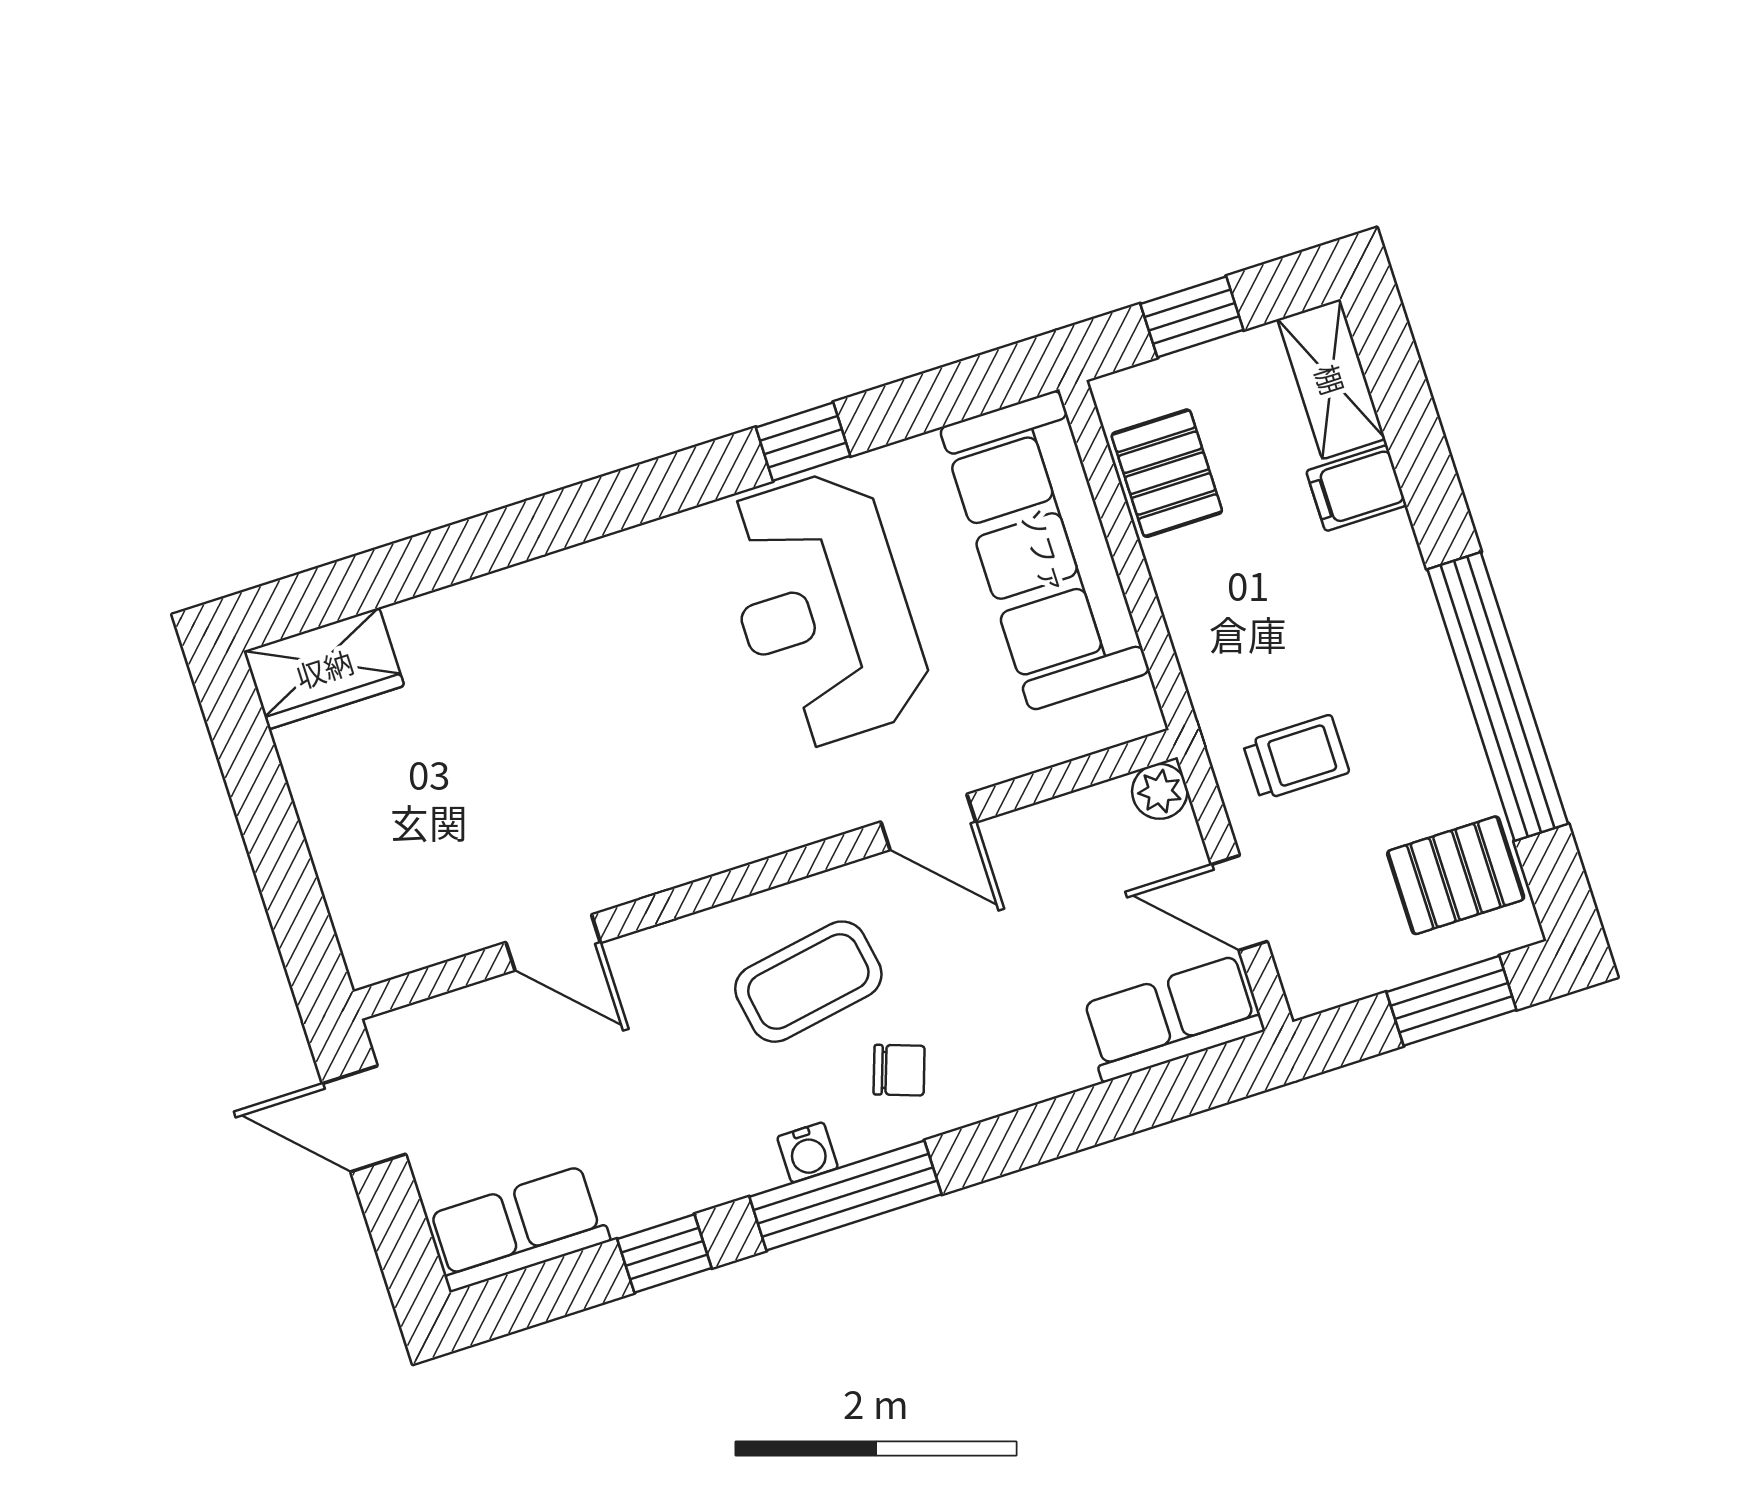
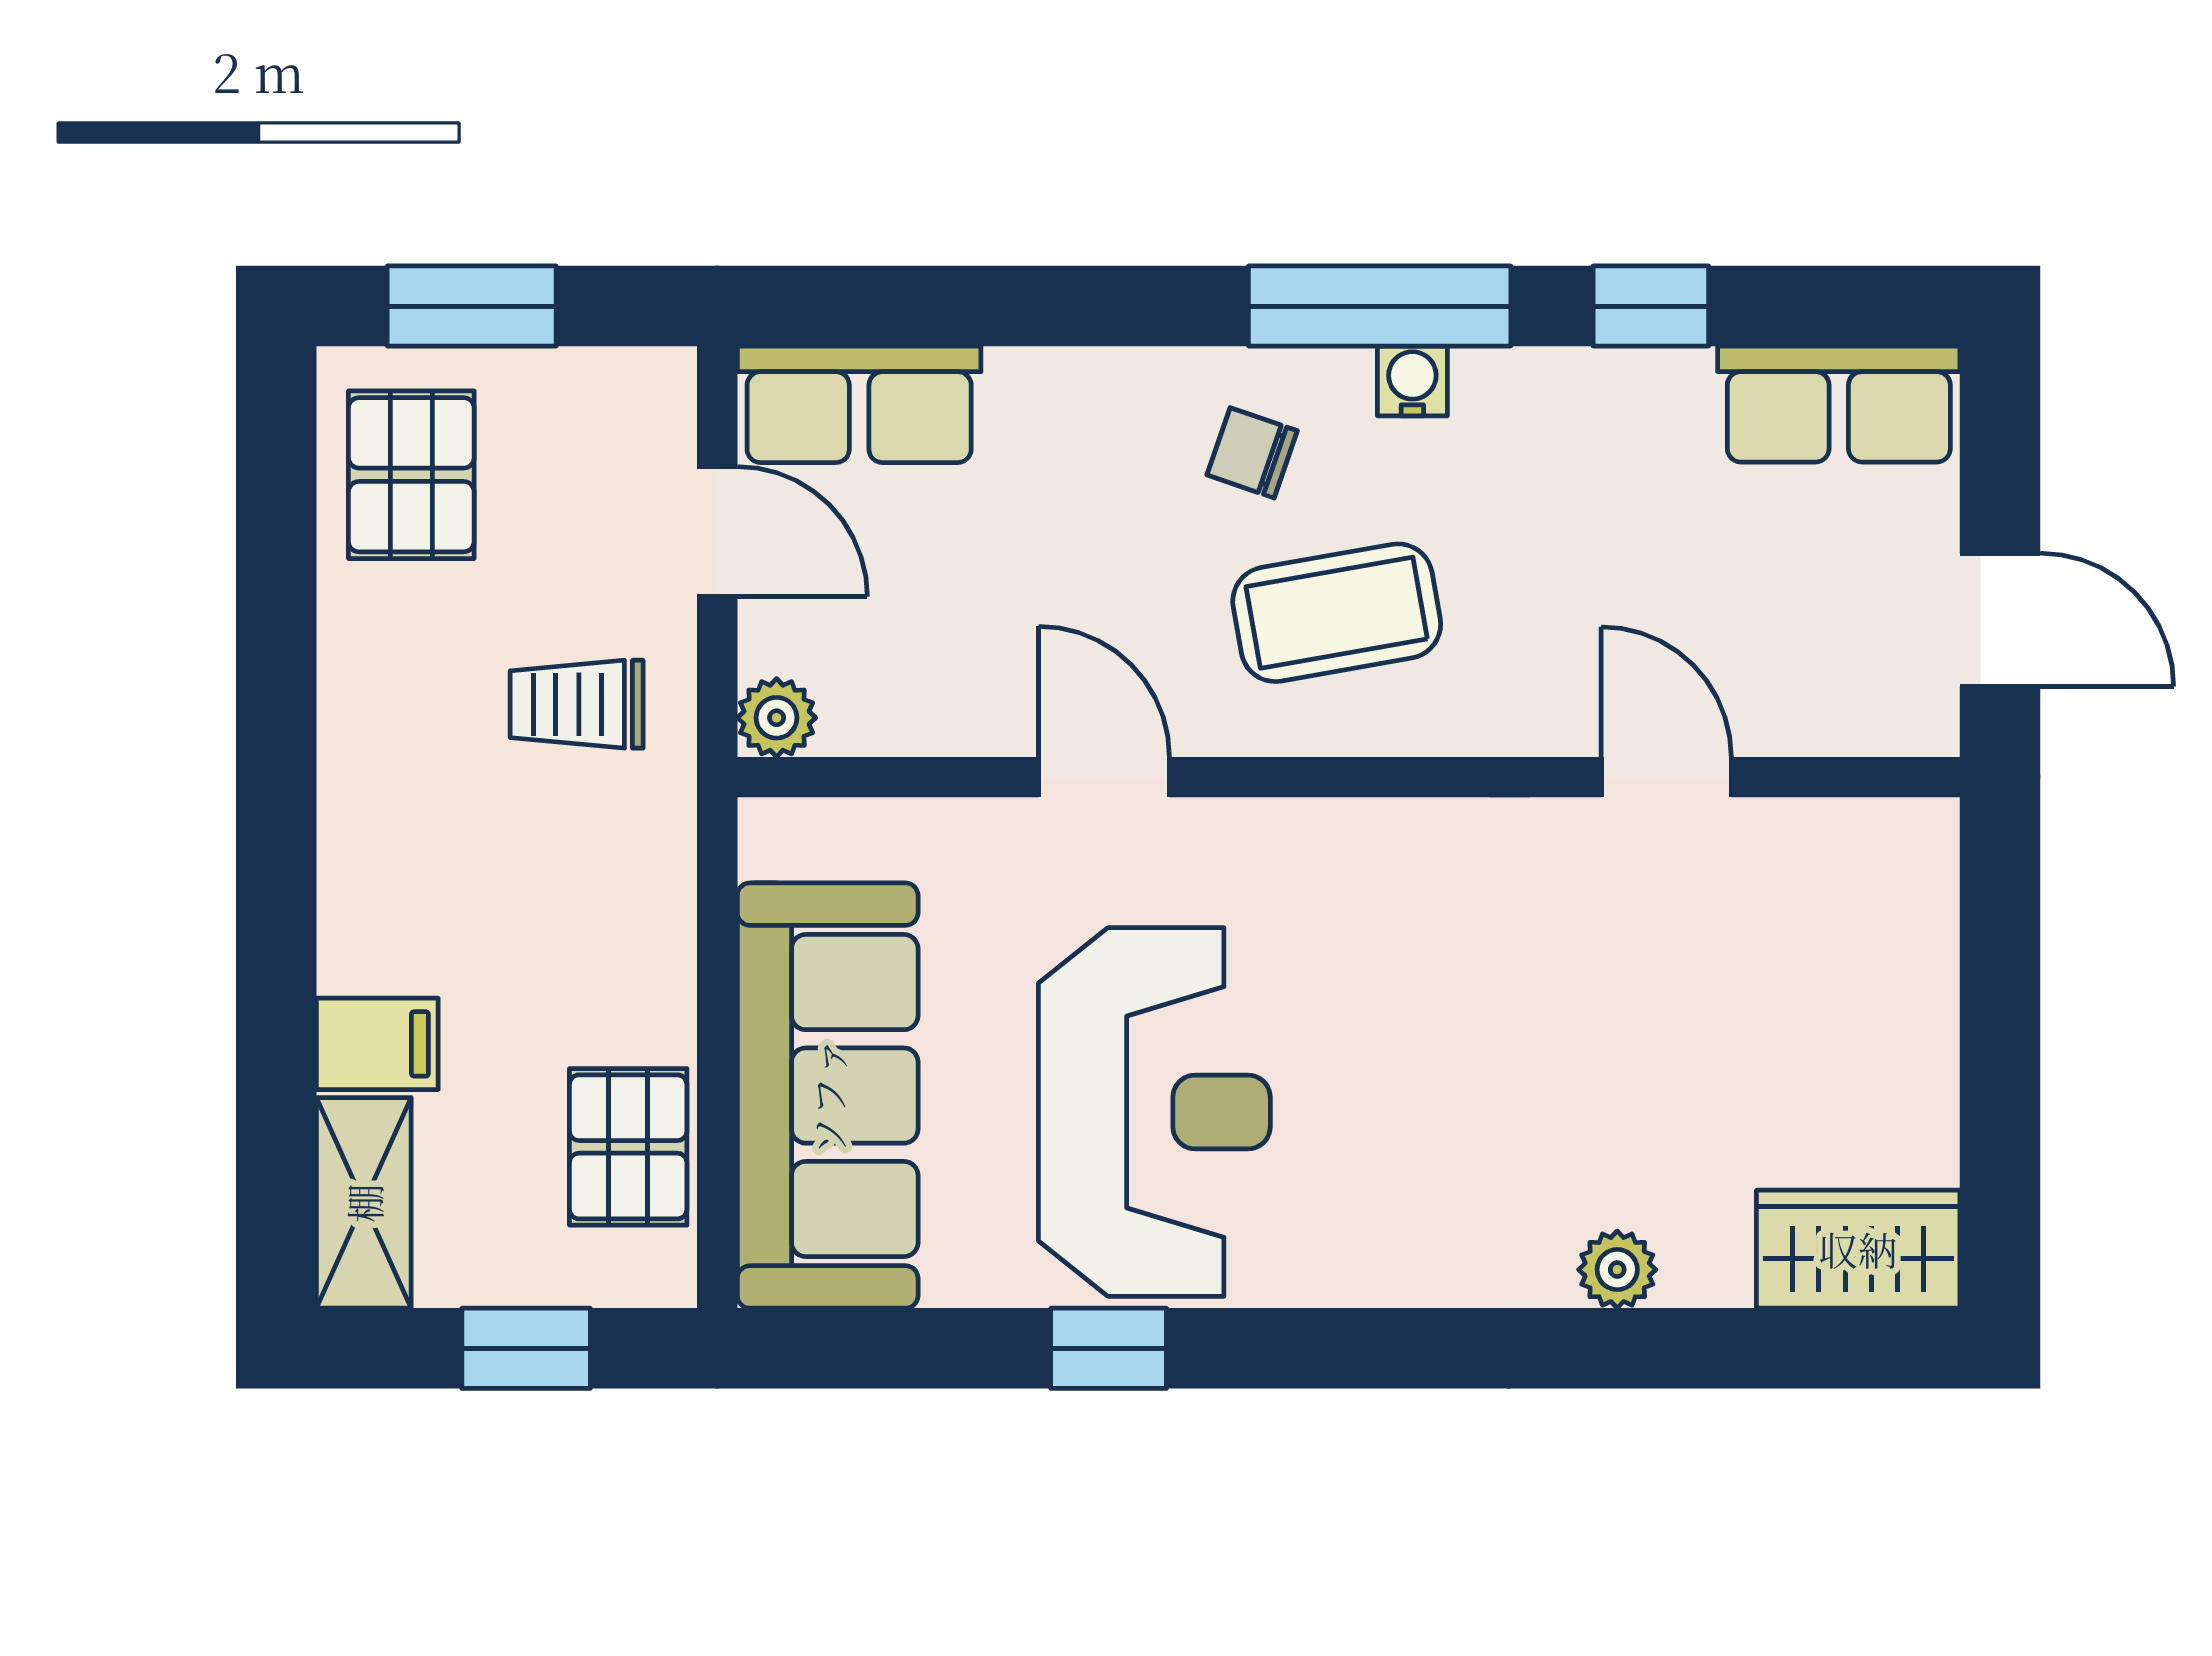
plant: (480, 603) -> (1617, 1270), added
window: (1498, 696) -> (276, 699), removed
pallet: (1456, 875) -> (411, 475), turned 90

